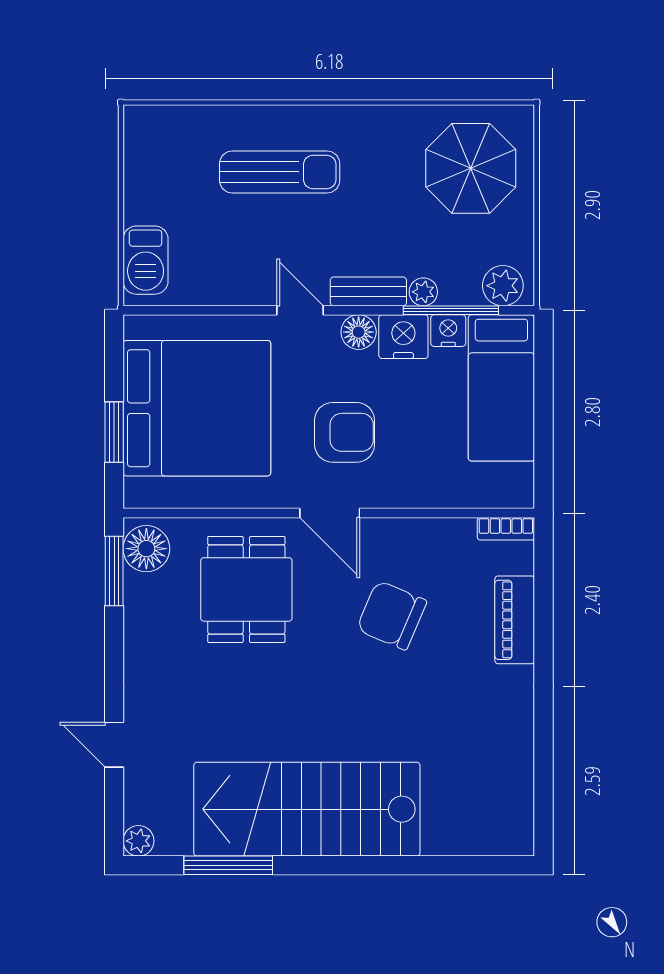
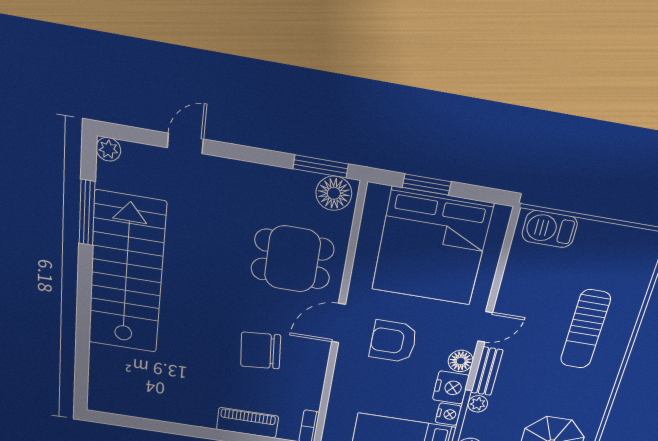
armchair: (345, 432) -> (393, 341), turned 90
chair: (392, 615) -> (260, 351), turned -118

